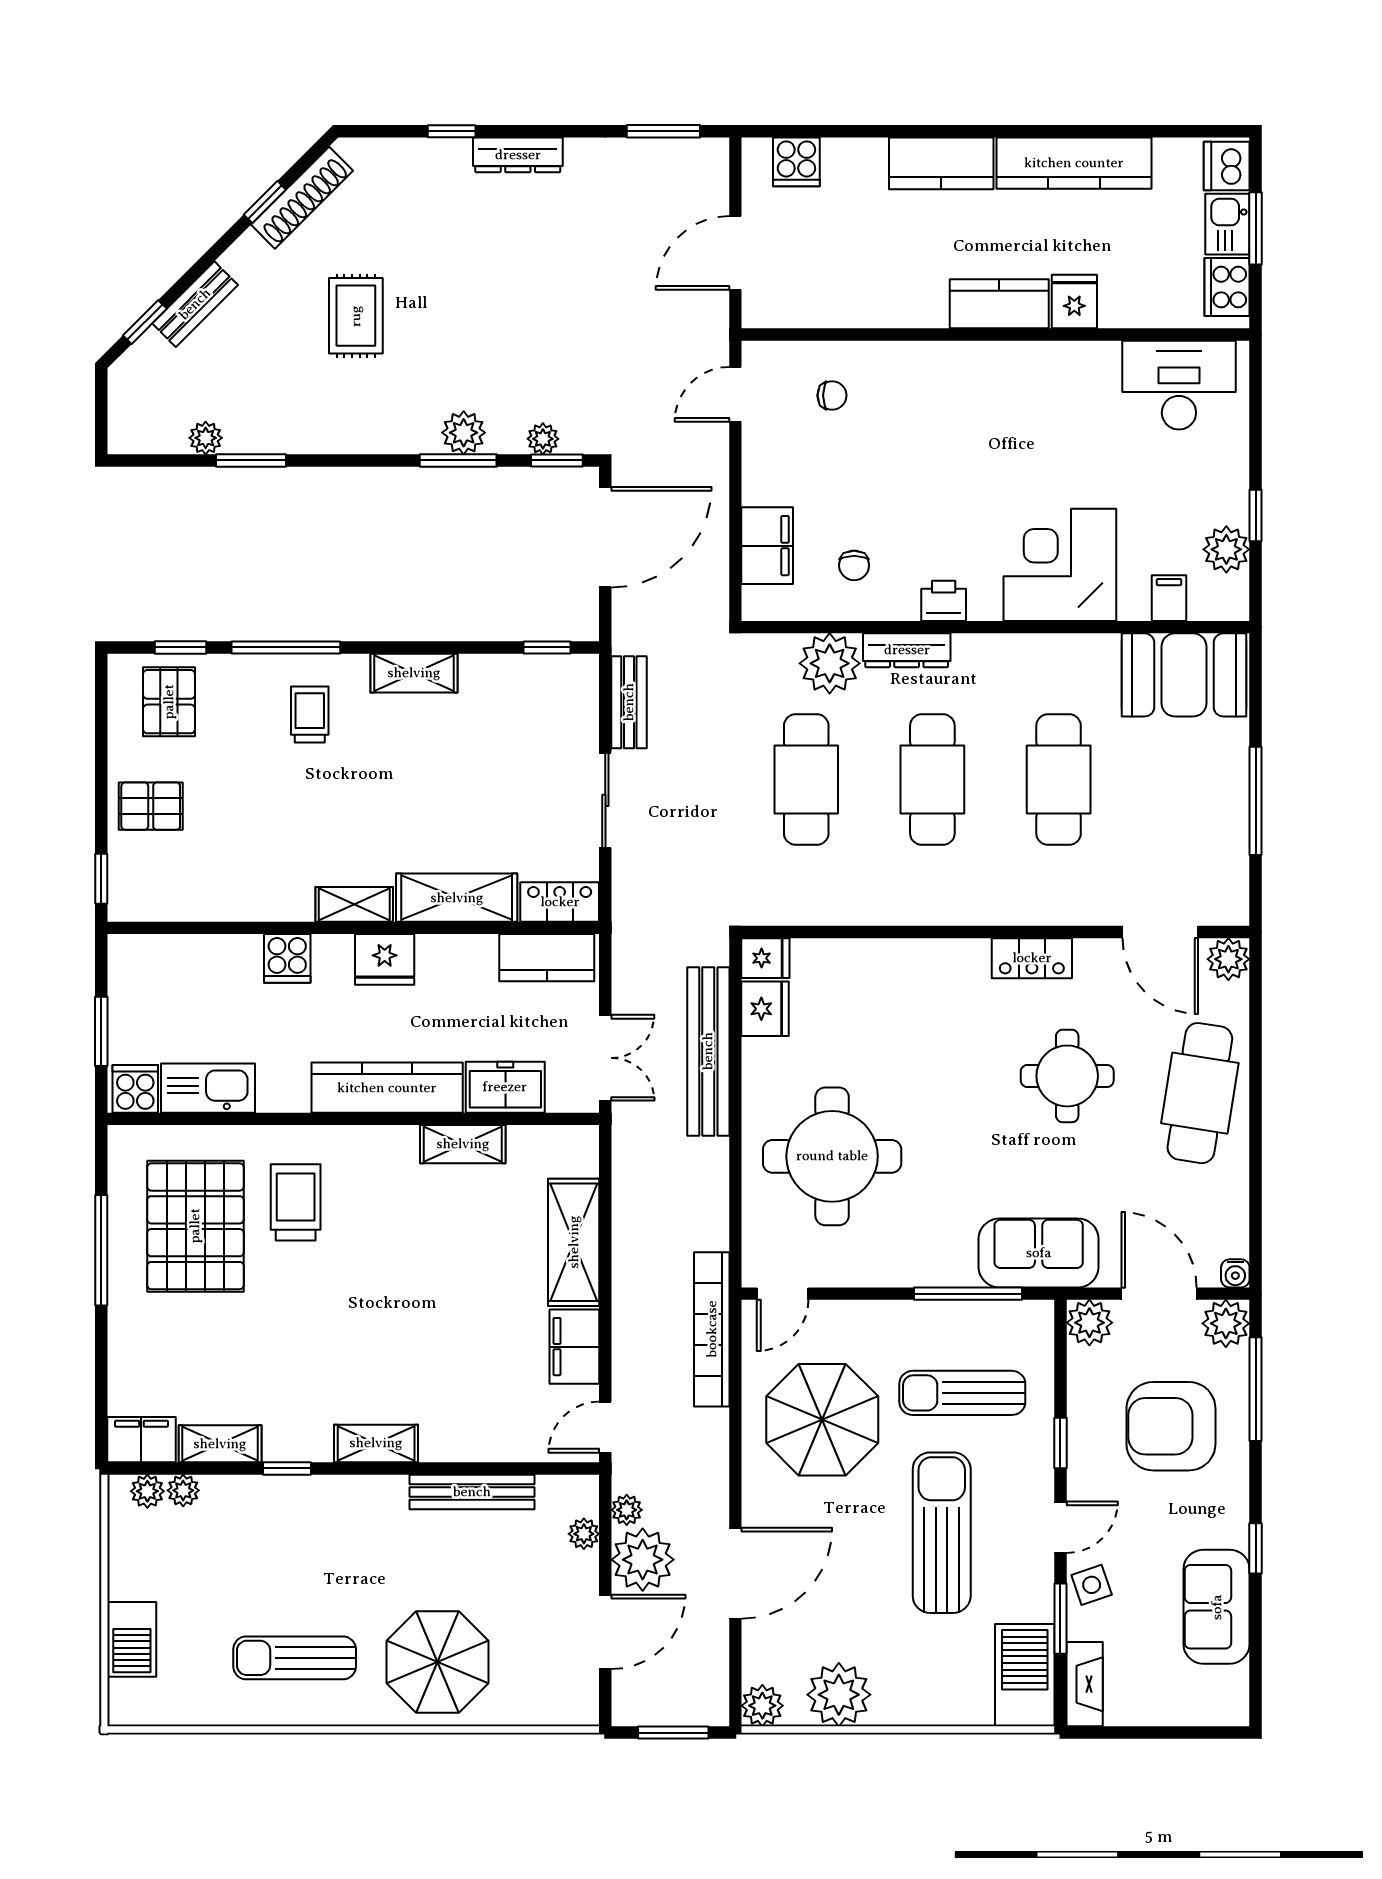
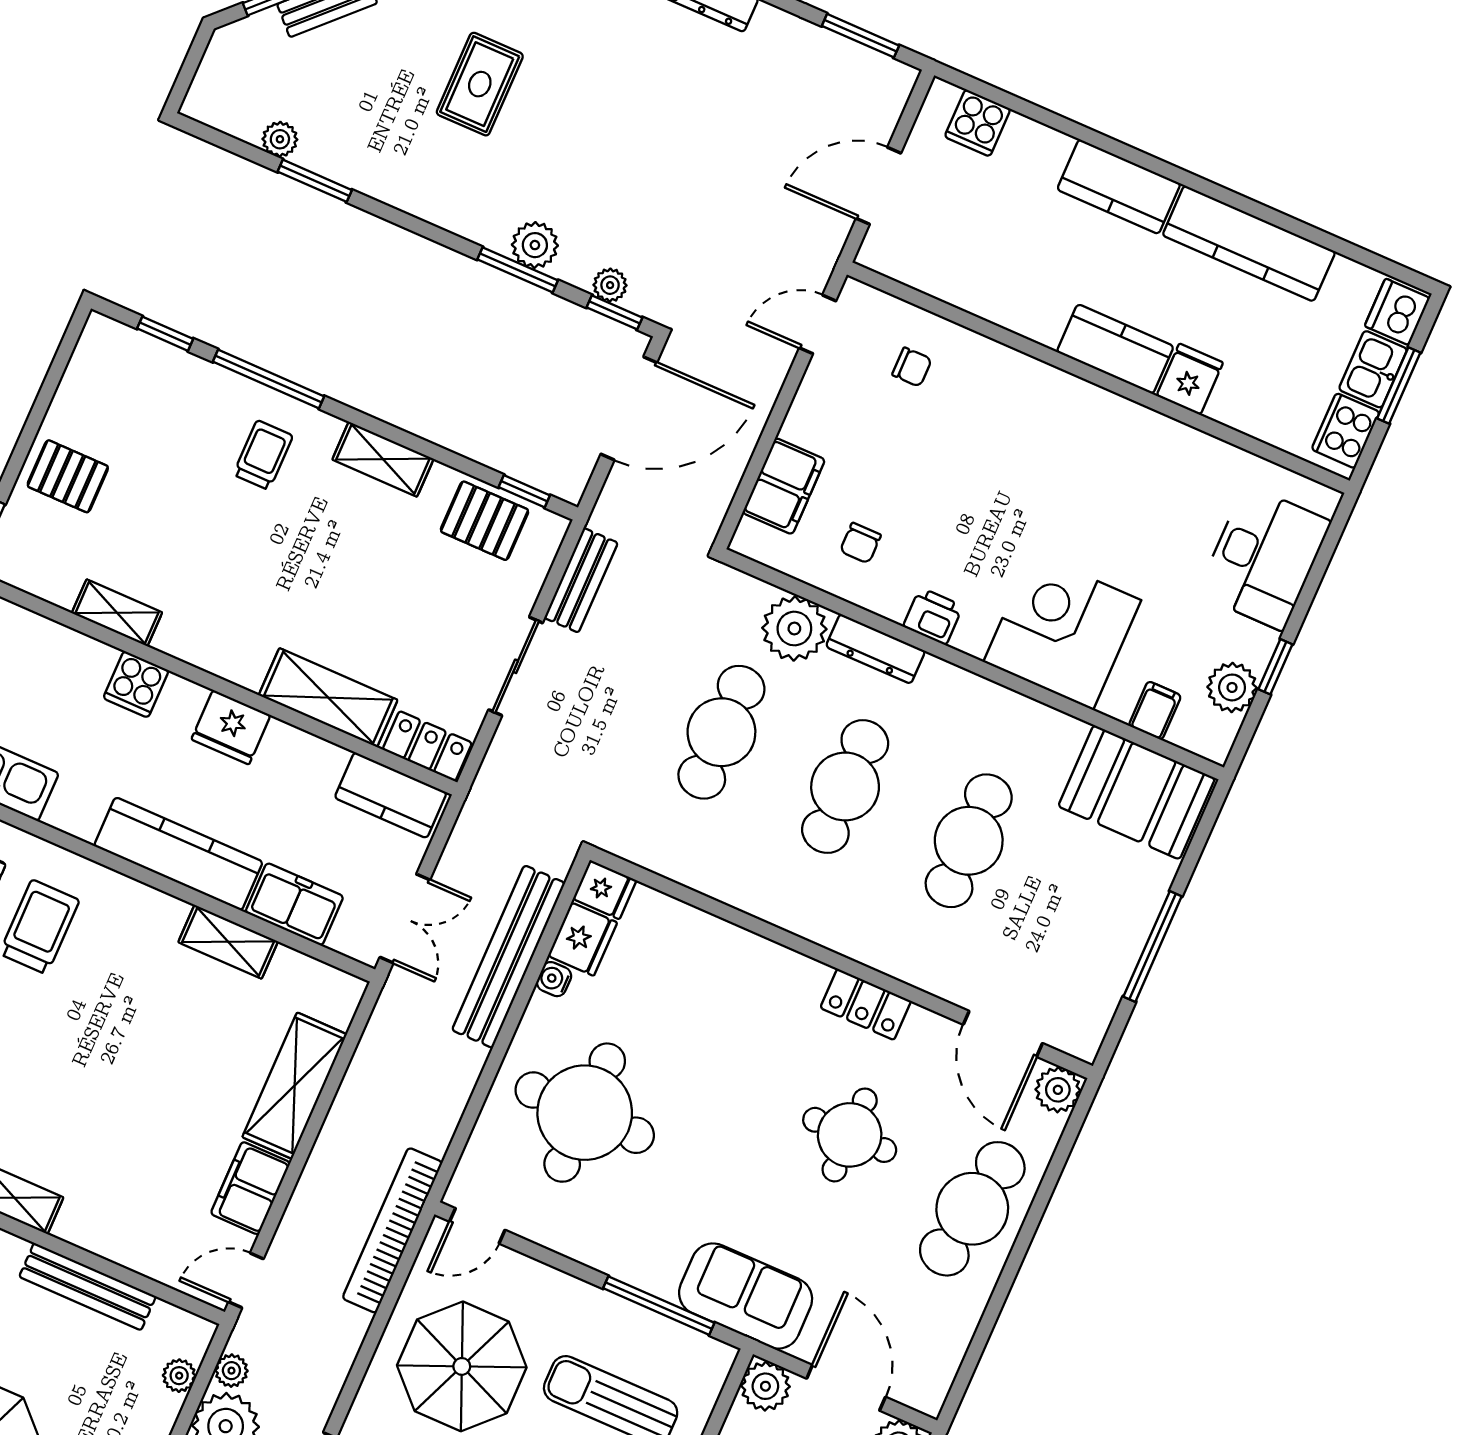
desk: (1179, 385) -> (1264, 558), moved, turned 90
pallet: (169, 702) -> (484, 521), moved, turned 90
shelving: (354, 904) -> (117, 613), moved
water cooler: (1235, 1273) -> (554, 979), moved, turned 90

